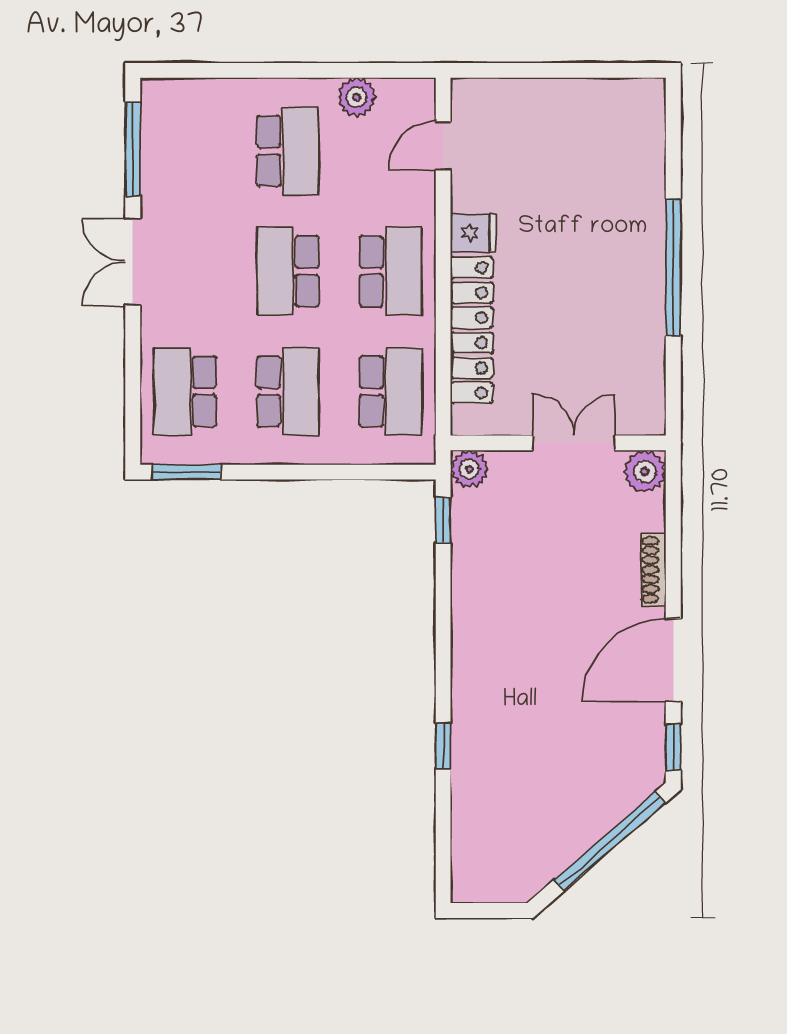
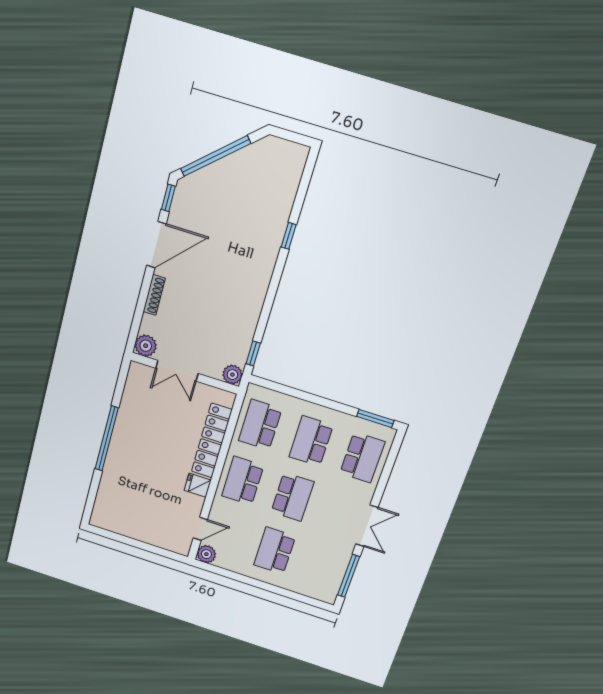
plant: (357, 97) -> (206, 554), moved

